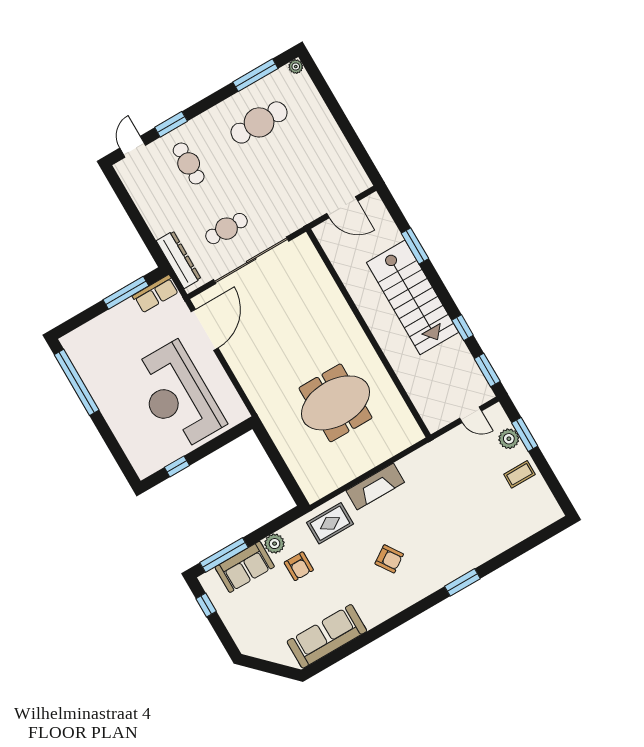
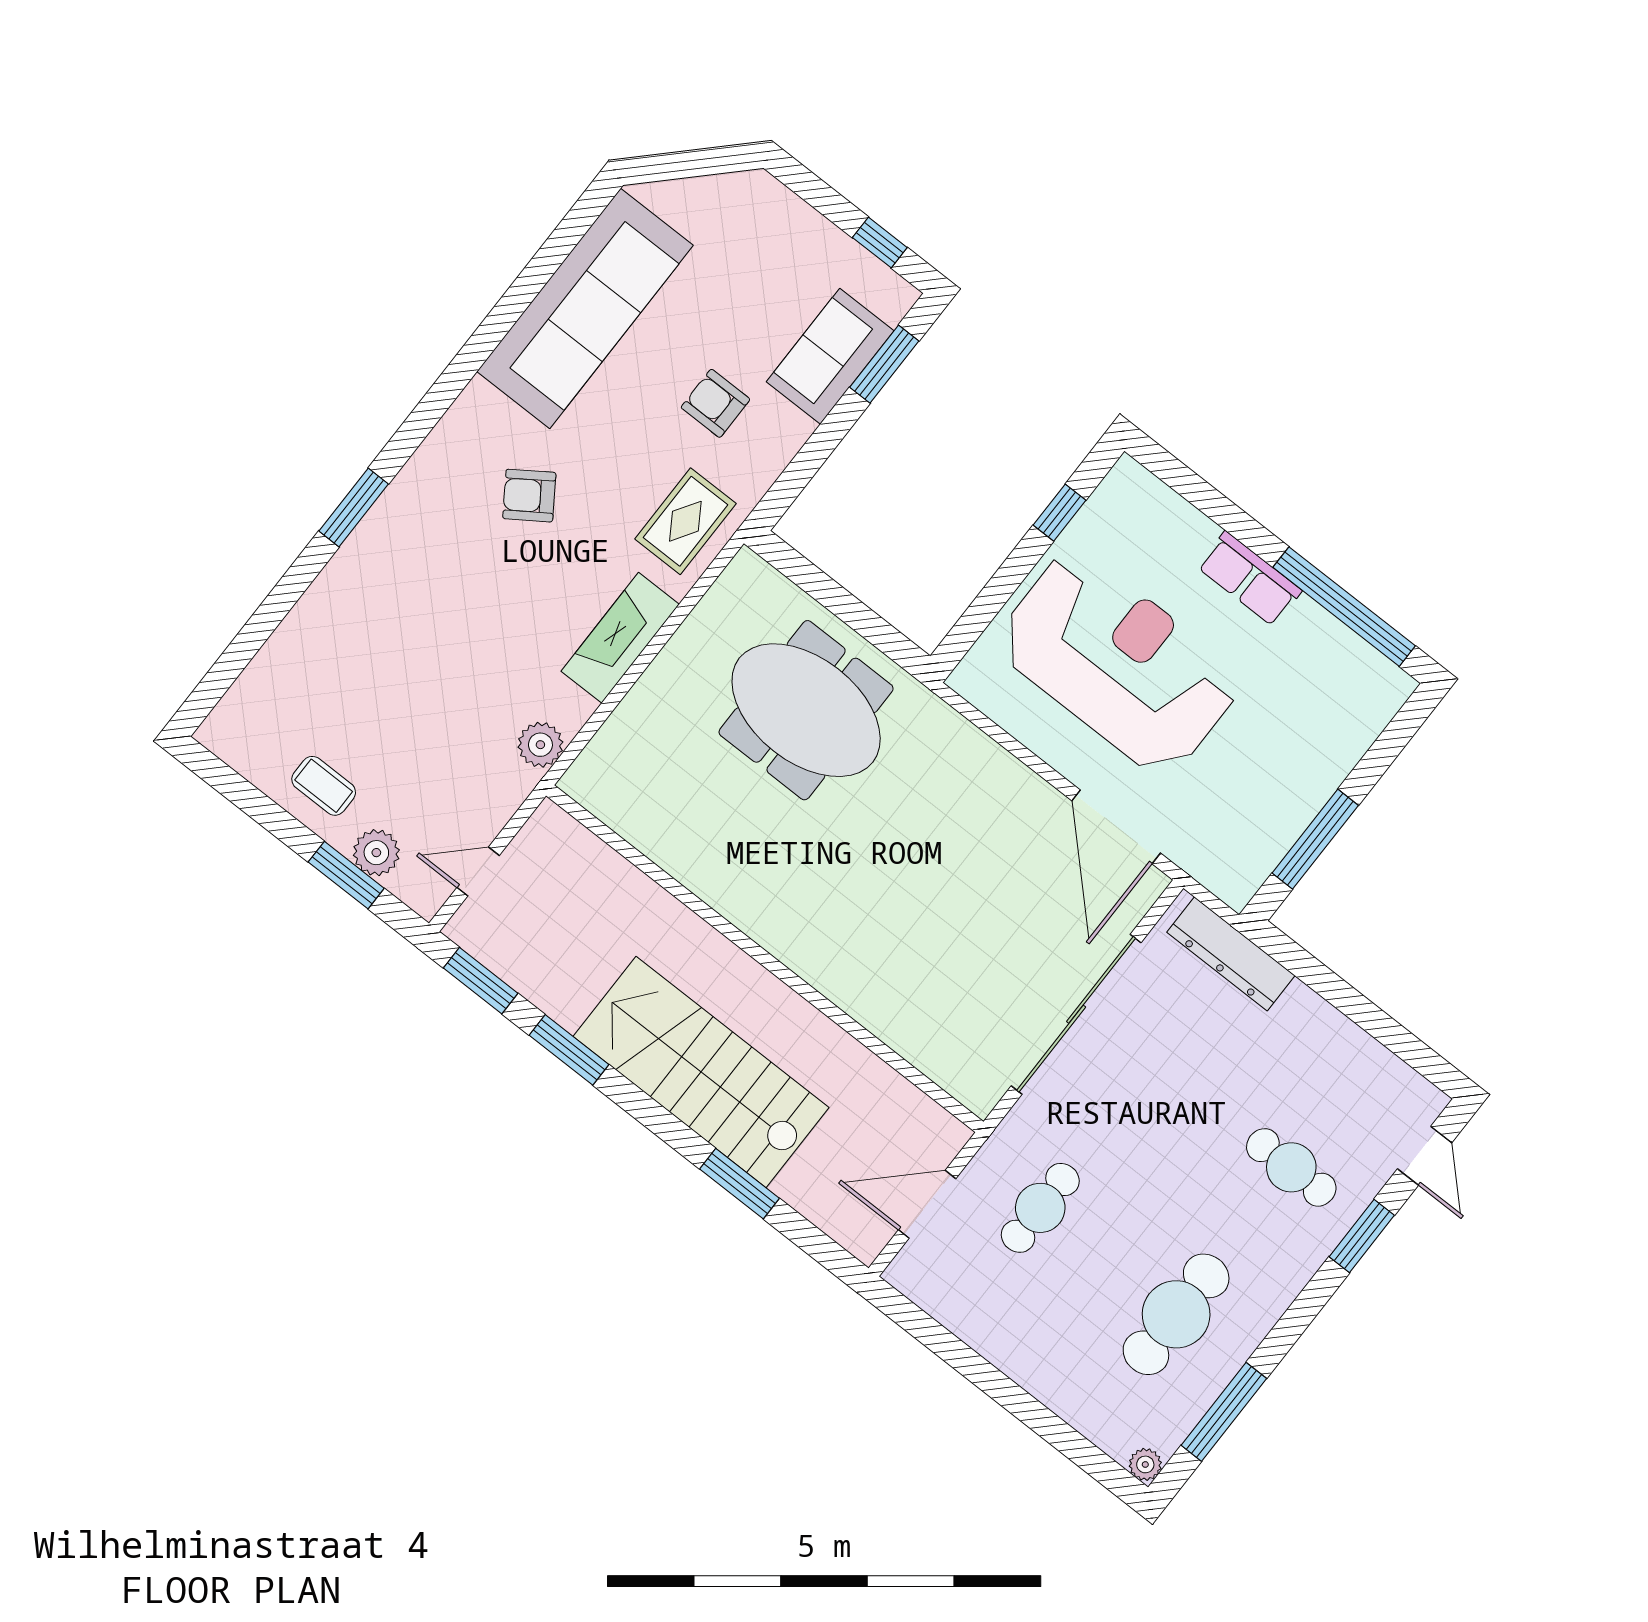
cafe table: (226, 229) -> (1040, 1208), moved
row of seats: (156, 294) -> (1249, 579), moved, turned -90
window: (463, 328) -> (569, 1050), width x1.50
meeting table: (335, 403) -> (806, 710), moved, turned 90
coffee table: (519, 474) -> (324, 786), turned 90
plant: (275, 544) -> (540, 745), moved
window: (224, 555) -> (884, 364), width x0.69
sofa: (327, 636) -> (585, 308), width x1.36, depth x1.27

